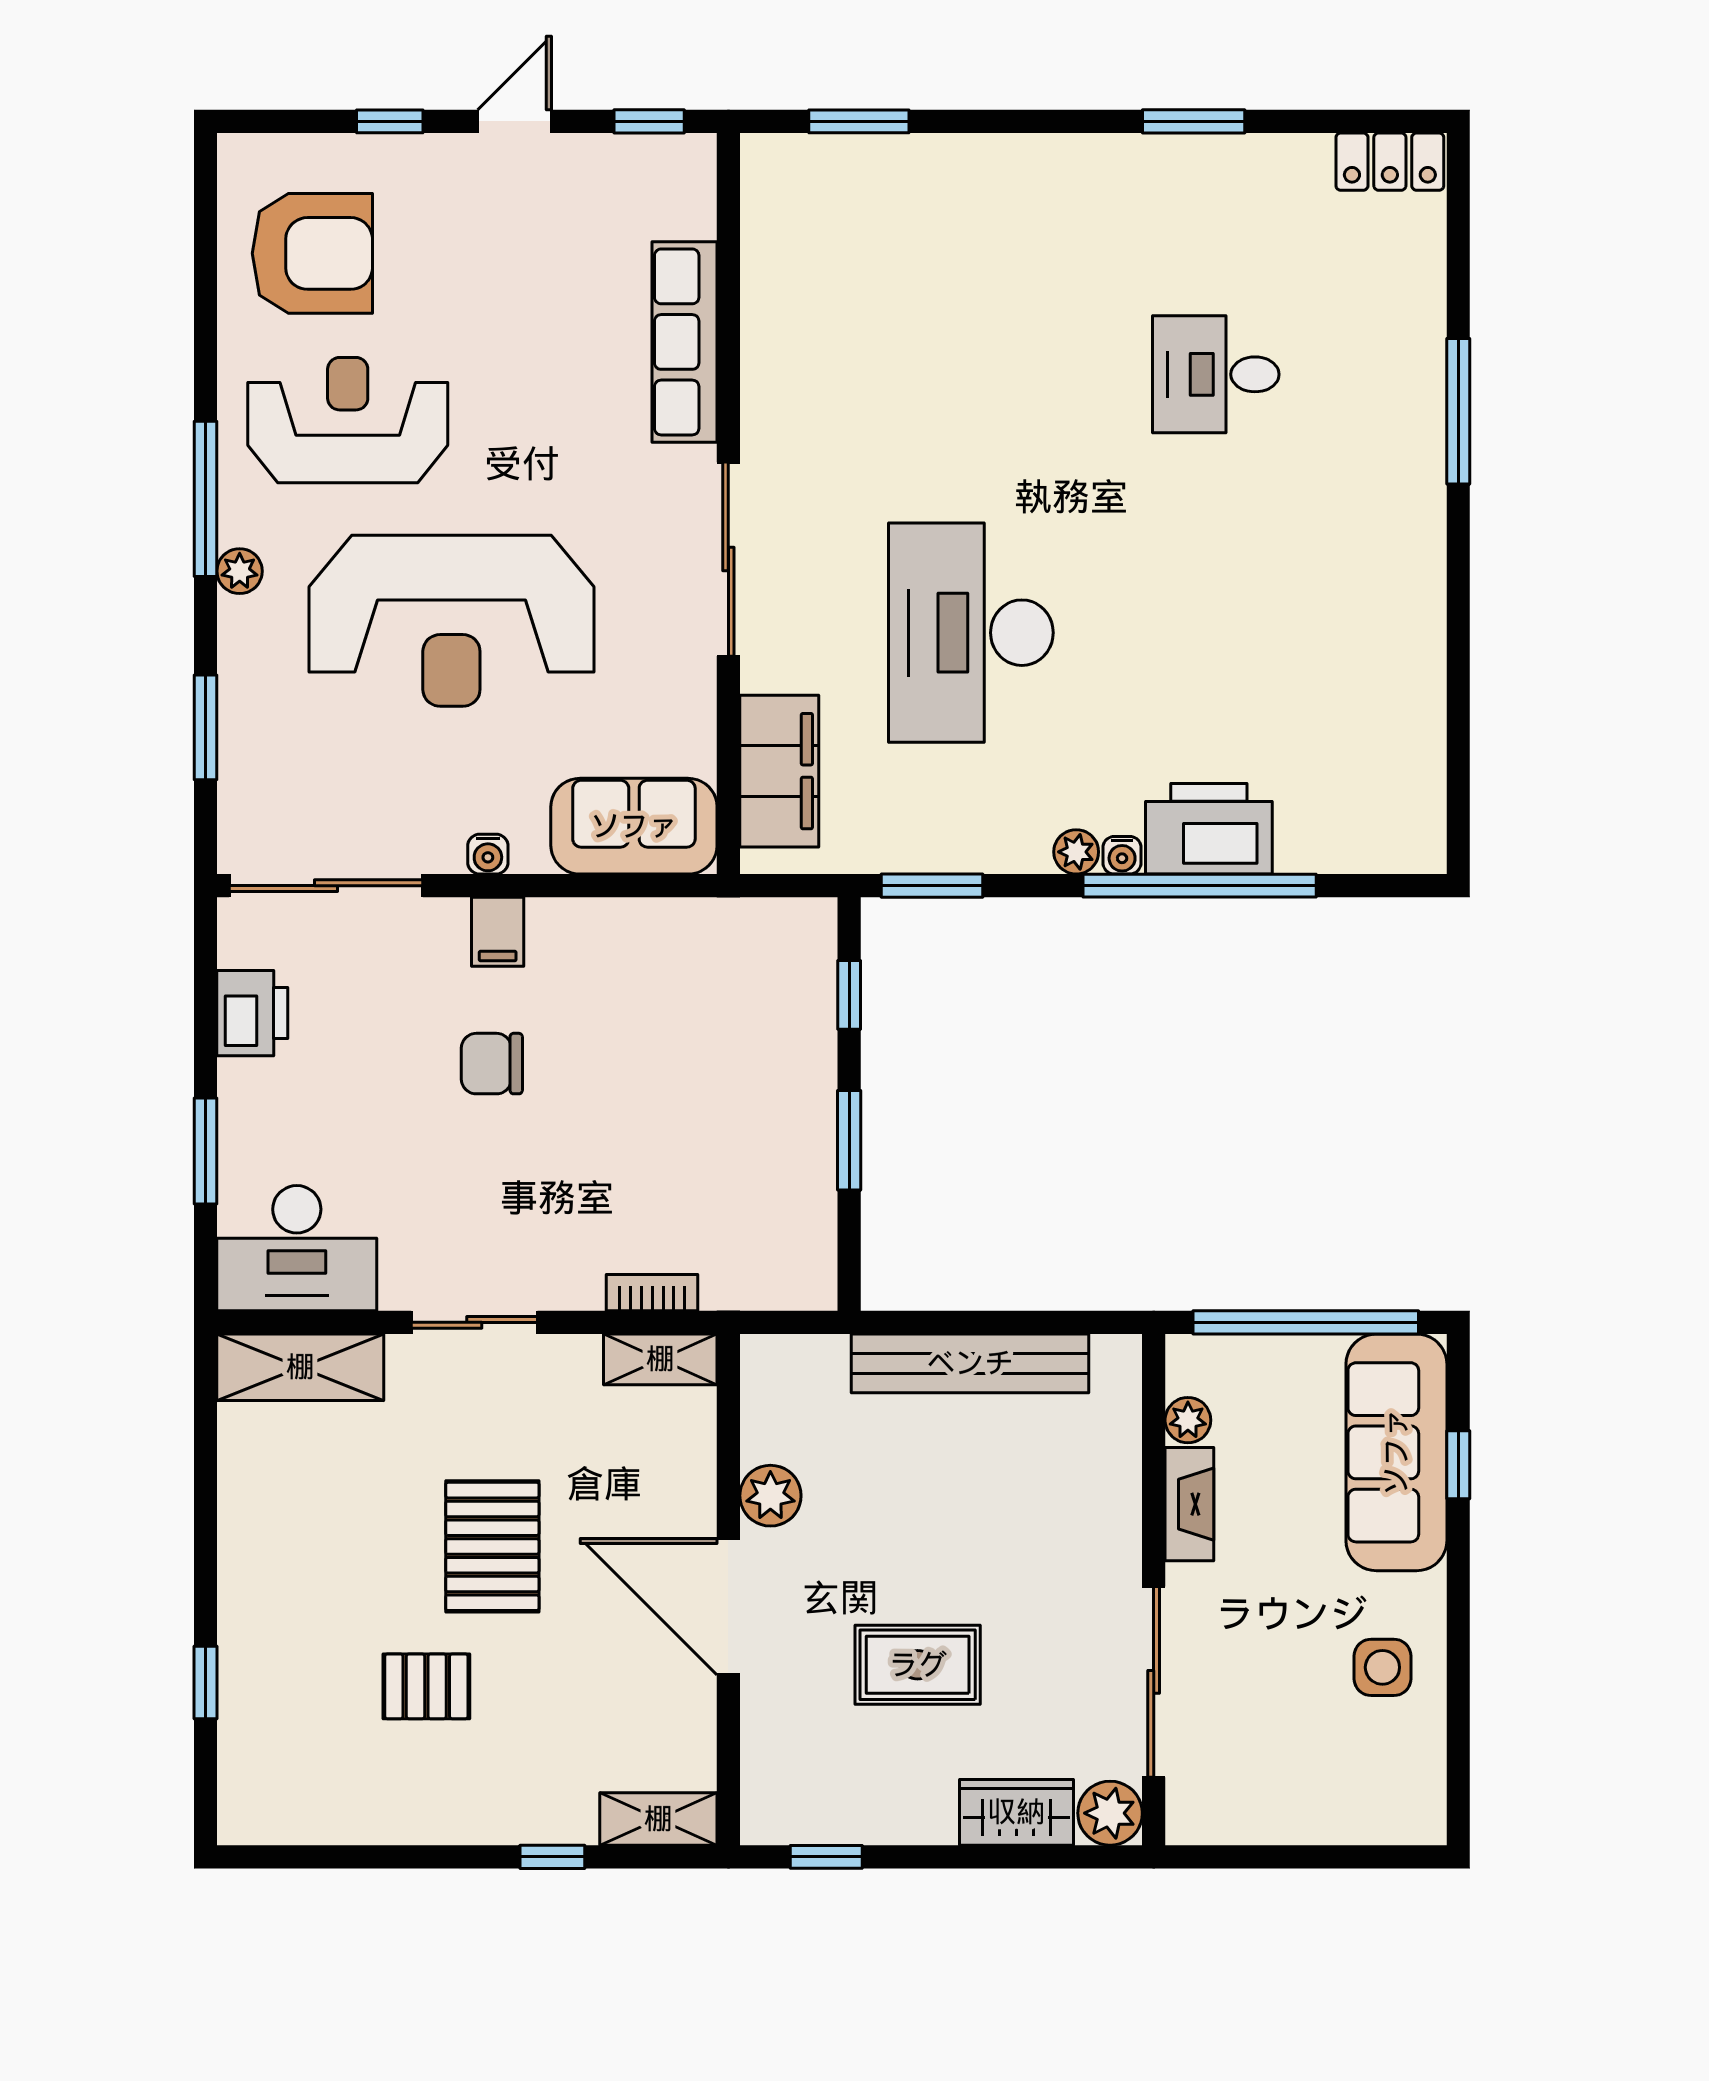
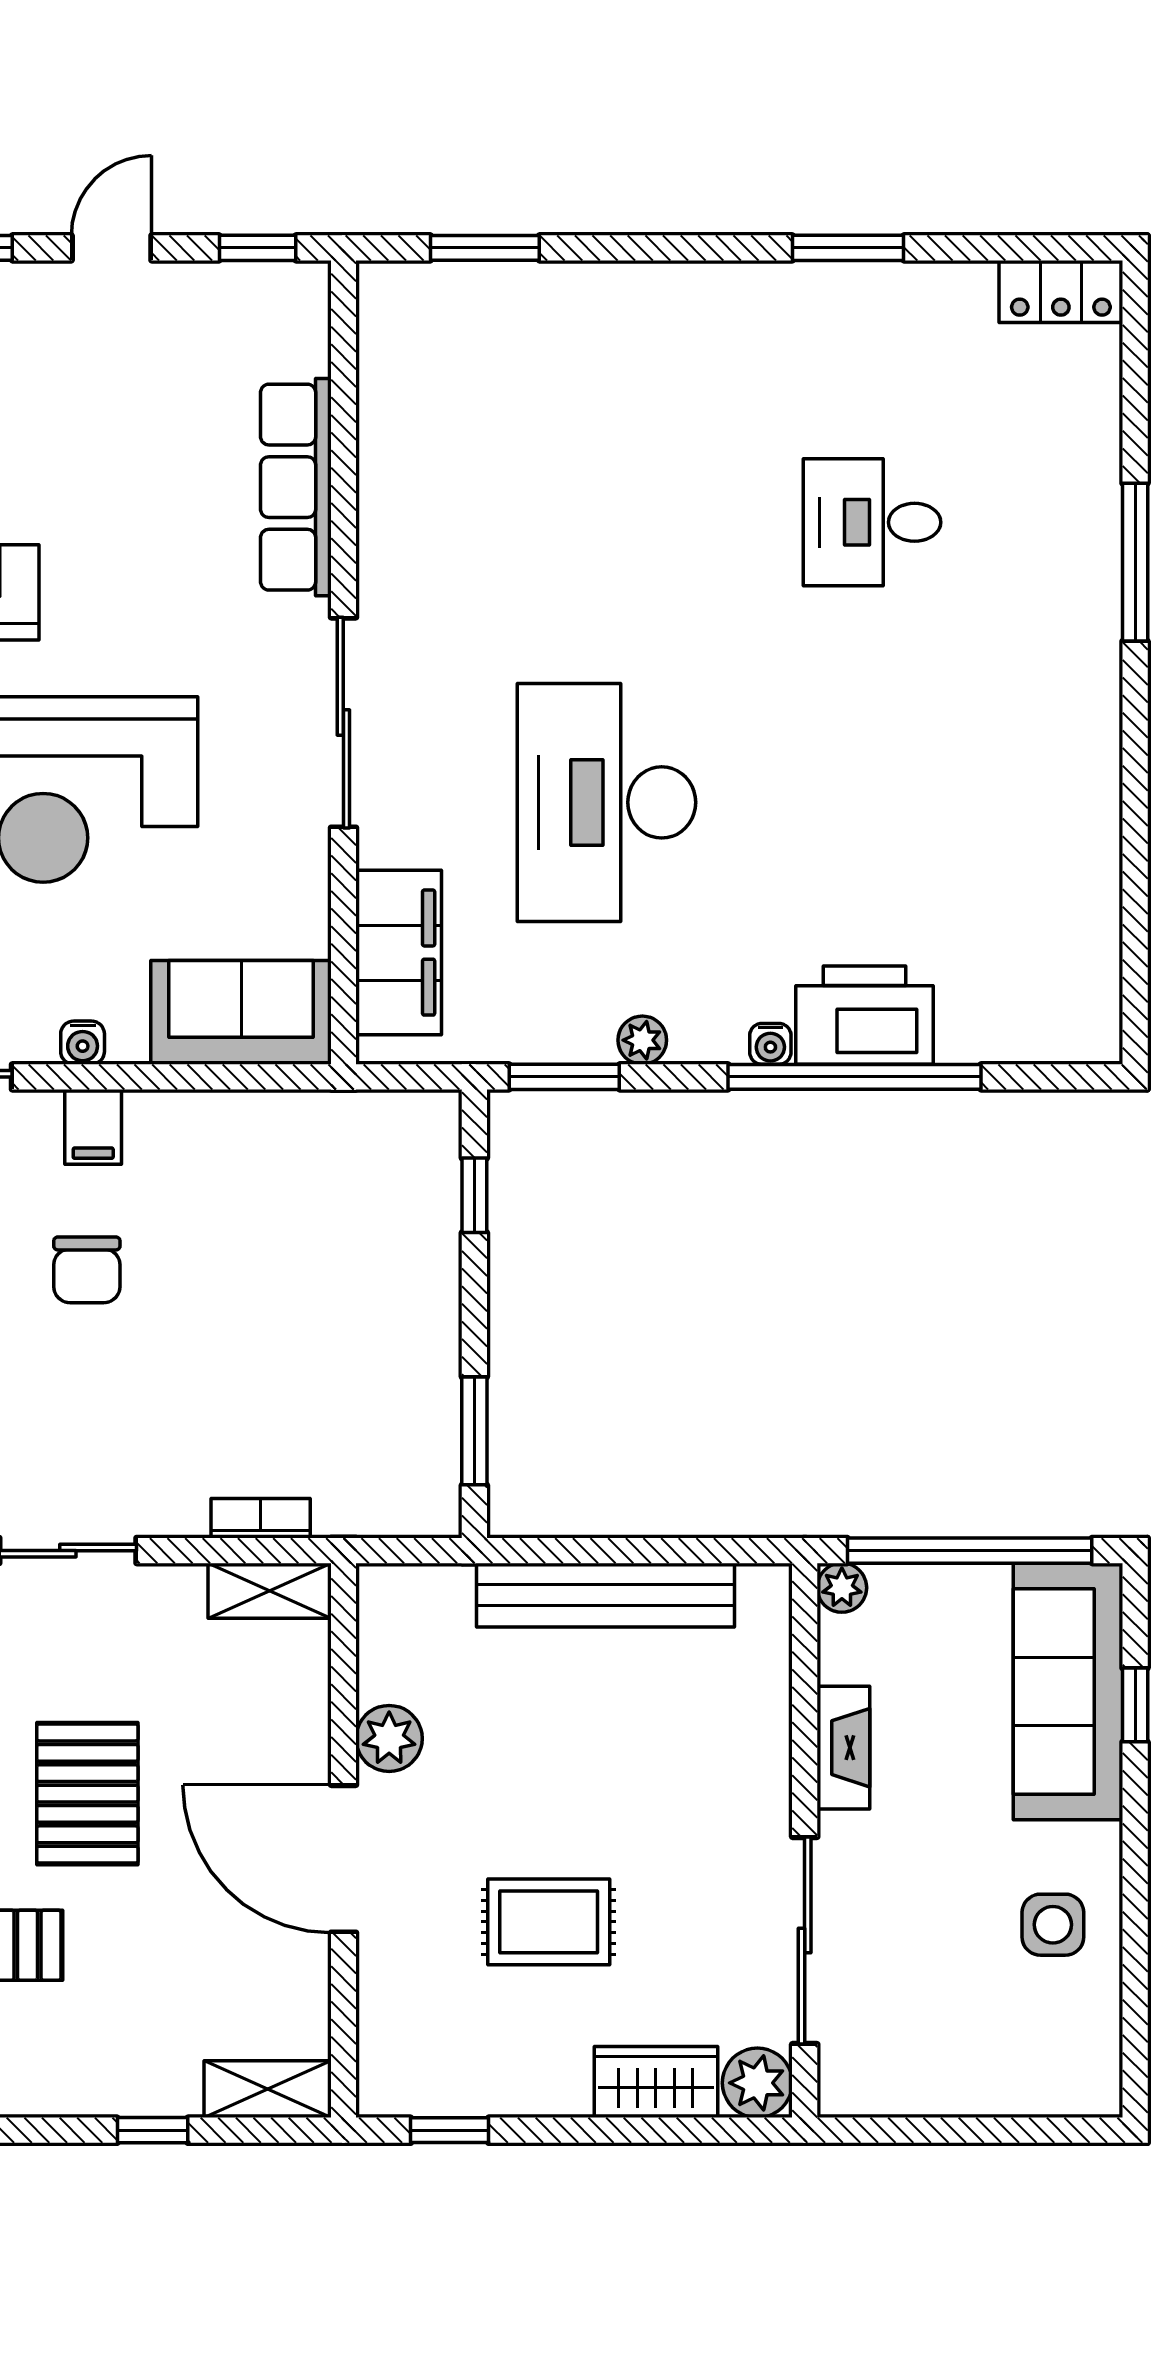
plant: (1076, 852) -> (642, 1040), moved
chair: (492, 1064) -> (87, 1270), turned -90
window: (849, 1140) -> (474, 1431), moved
plant: (1188, 1420) -> (842, 1588), moved

